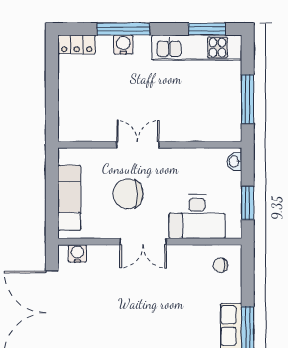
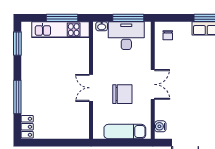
water cooler: (123, 45) -> (27, 97), removed
kitchen unit: (197, 48) -> (61, 30), moved, turned 90
chair: (128, 194) -> (122, 94), turned -90
window: (248, 203) -> (128, 18), width x1.44
desk: (197, 217) -> (126, 36), moved, turned -90

